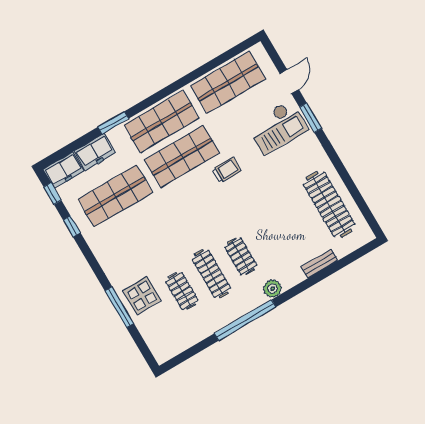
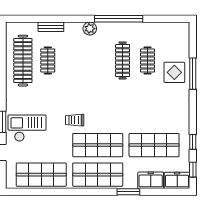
clothes rail: (241, 256) -> (48, 61), moved

